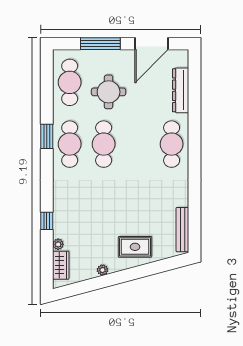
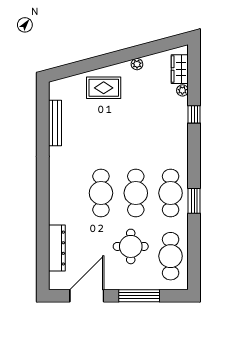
cafe table: (172, 144) -> (101, 193), moved
bench: (182, 230) -> (55, 123), moved

